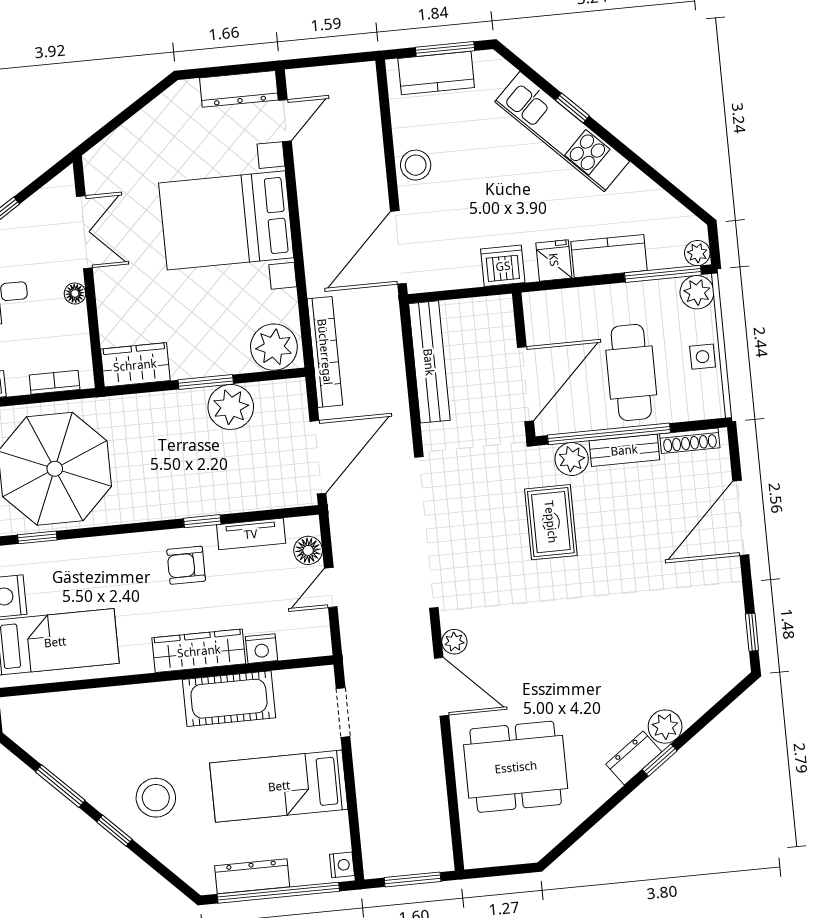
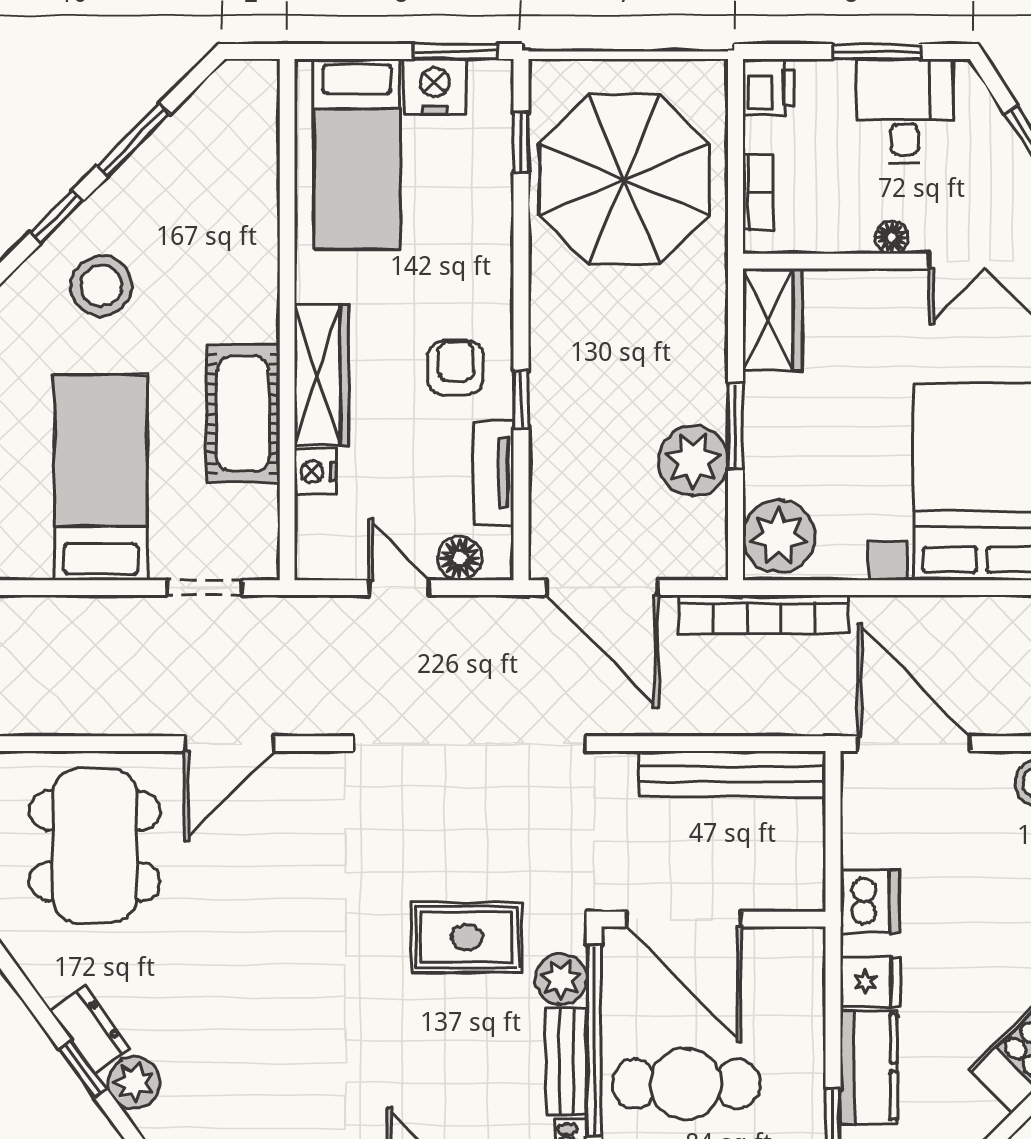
plant: (454, 642) -> (297, 770), removed

